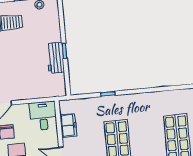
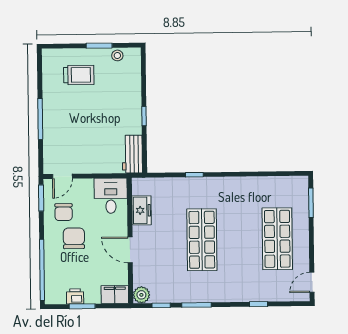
workbench: (55, 58) -> (132, 154), moved

